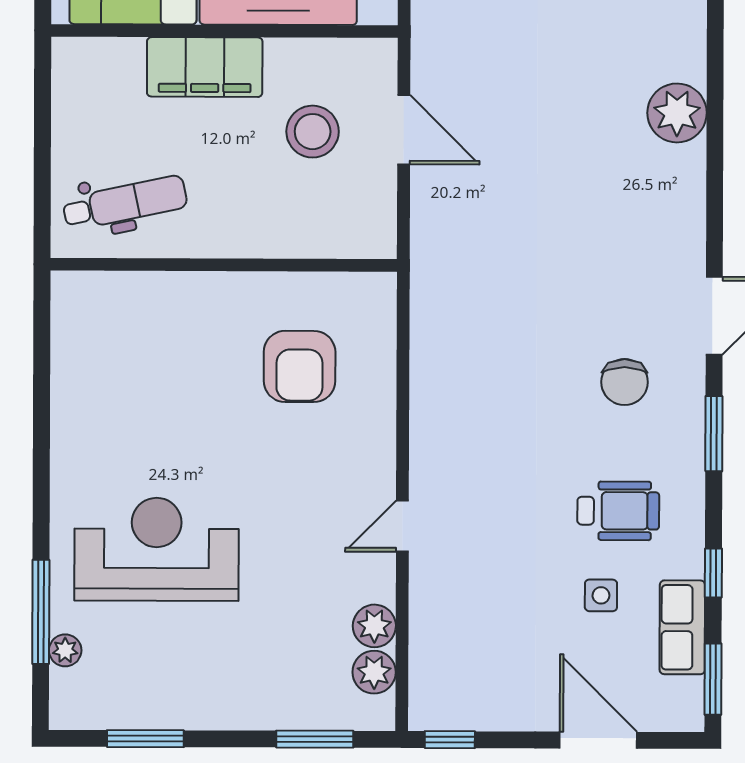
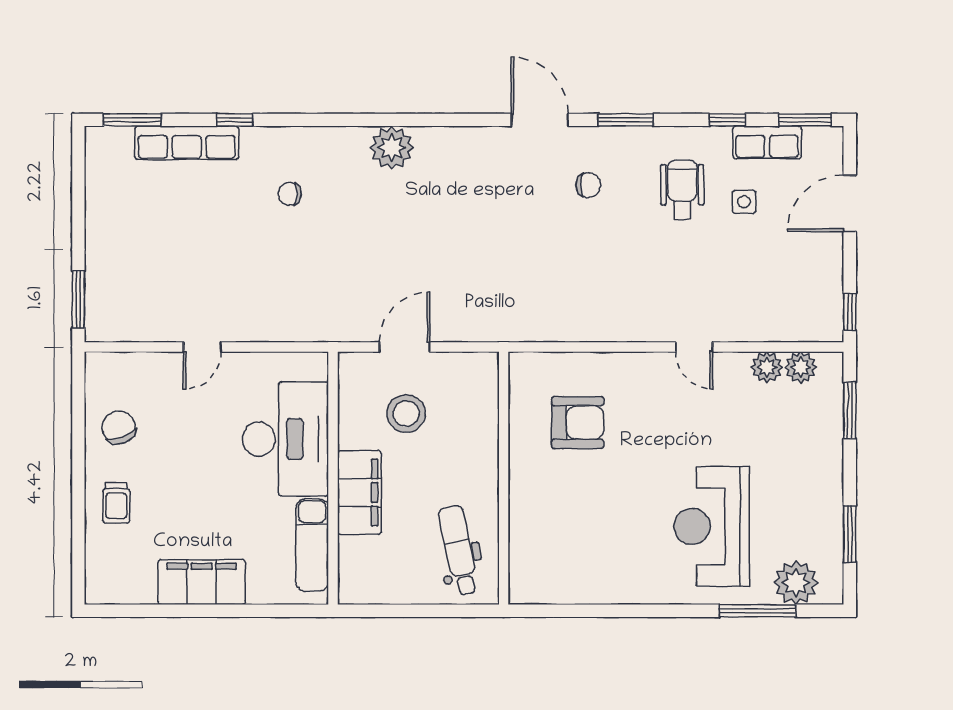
chair: (624, 382) -> (588, 185), width x0.73, depth x0.73
plant: (65, 650) -> (796, 583), width x1.88, depth x1.88

